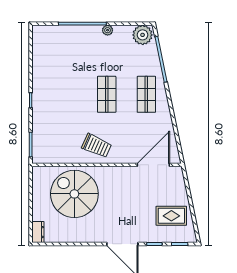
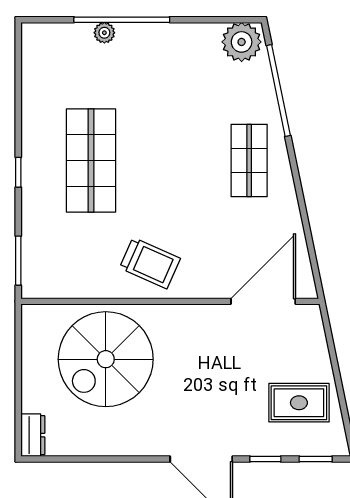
plant: (108, 30) -> (104, 33), moved
shop shelf: (107, 94) -> (91, 161), moved, width x1.43, depth x1.36
spiral stairs: (74, 194) -> (106, 359), turned -90

